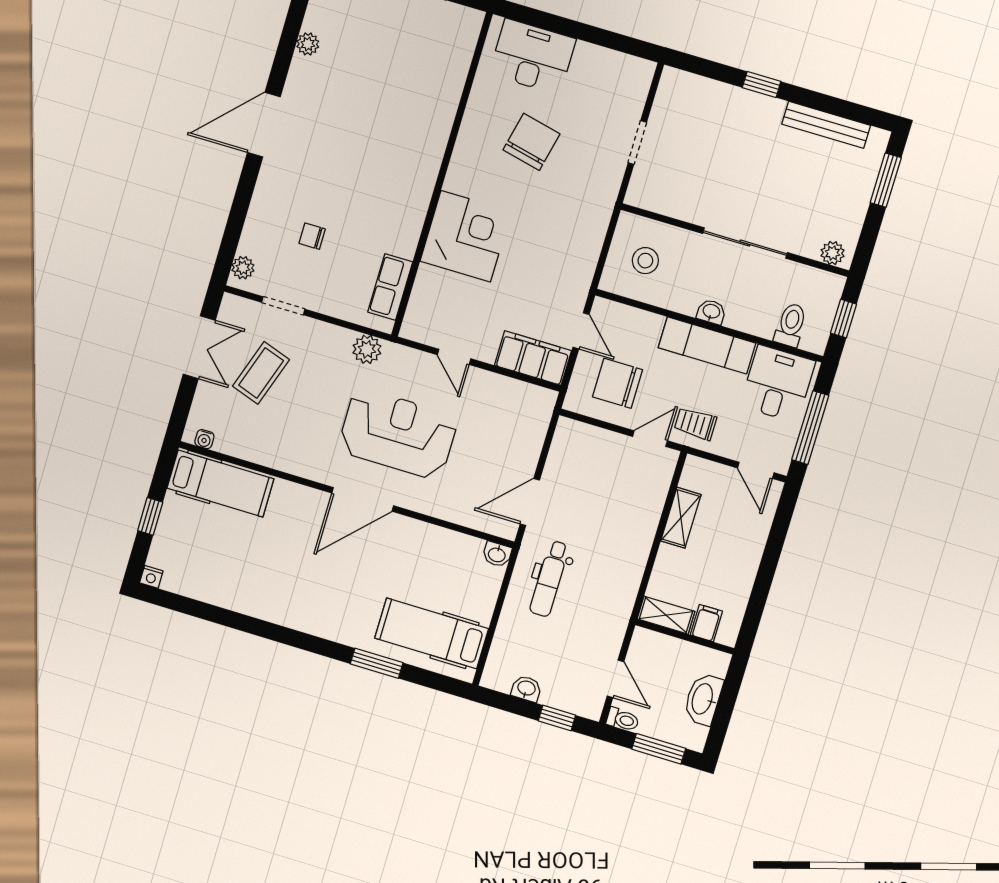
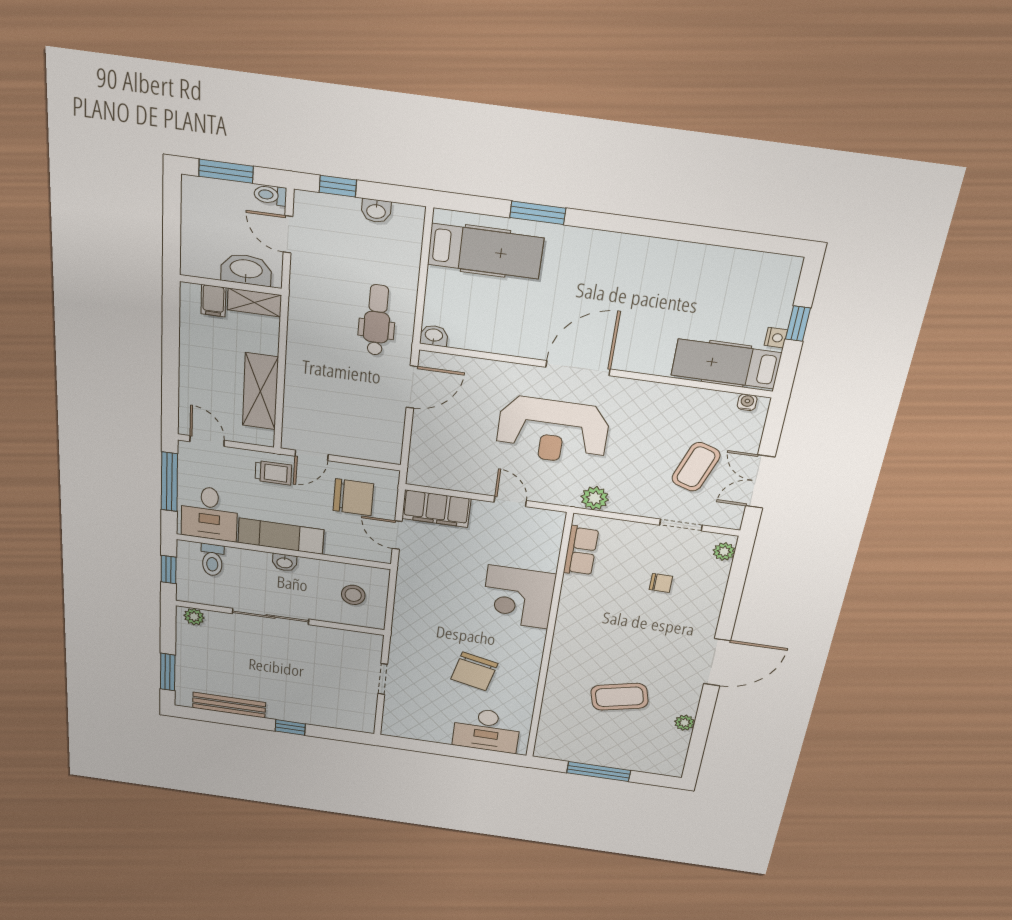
coffee table: (375, 89) -> (619, 697), added
shelving: (681, 518) -> (260, 391), width x1.50, depth x1.33
nightstand: (151, 577) -> (776, 338), moved, turned 90
washbasin: (703, 699) -> (246, 270), moved, turned -90

